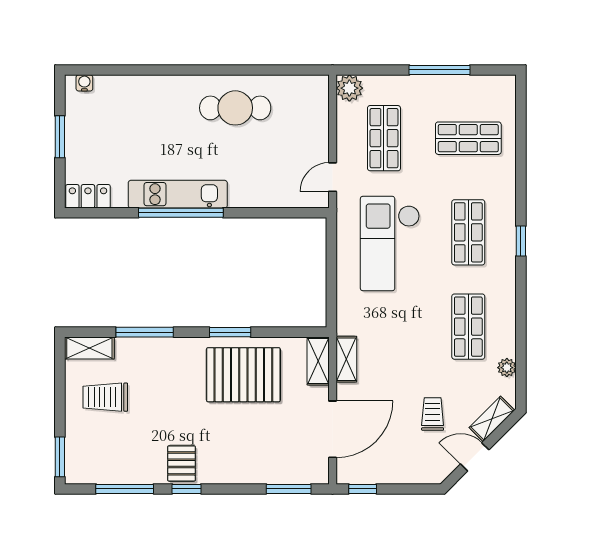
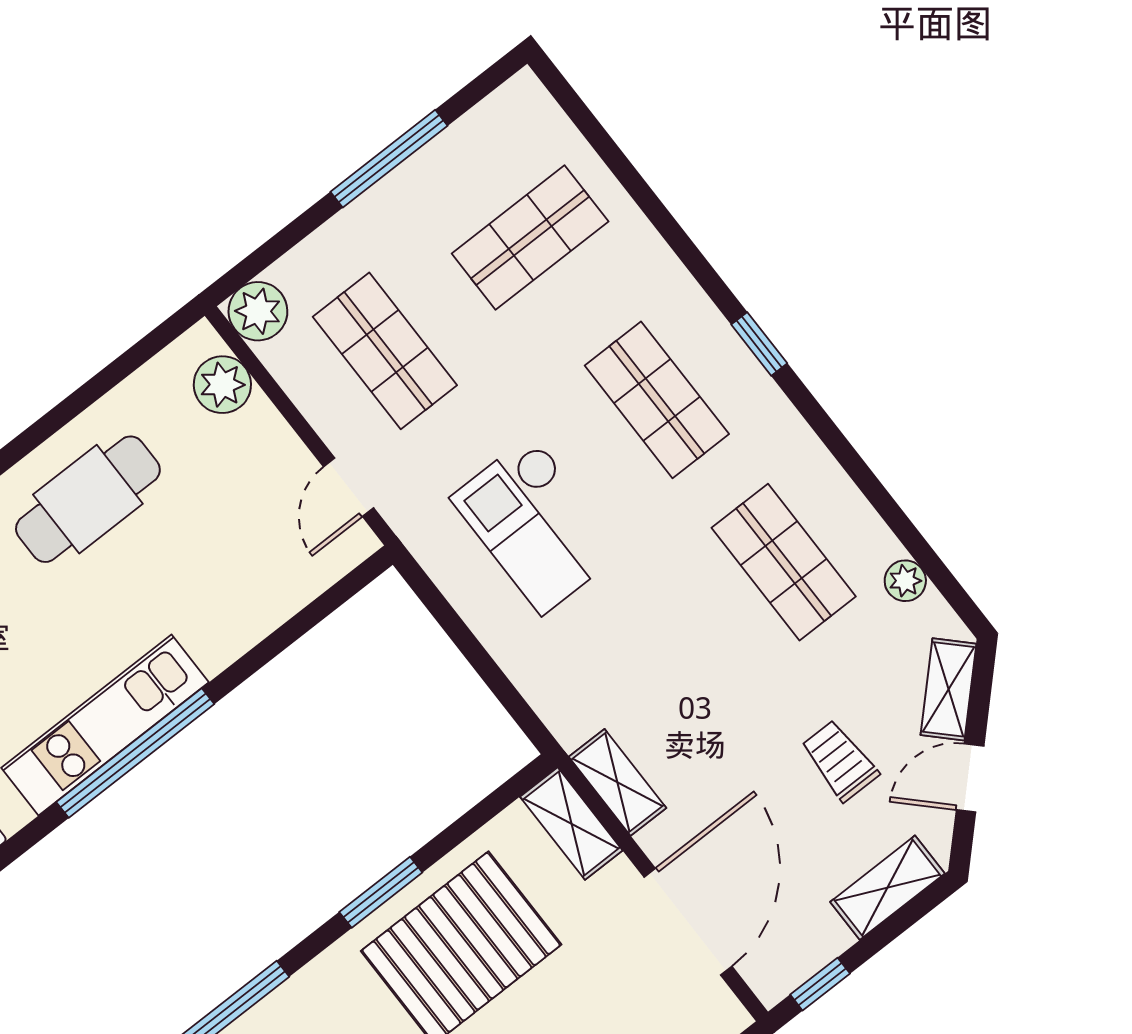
plant: (316, 105) -> (222, 385), added
checkout: (390, 244) -> (537, 524), width x0.73, depth x0.83
shelving: (414, 473) -> (887, 888), added

